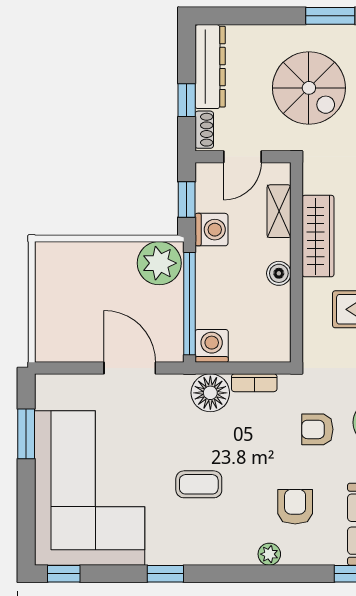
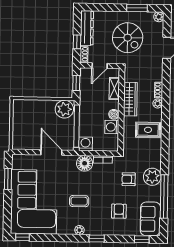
washing machine: (211, 230) -> (112, 127), moved, turned 180
plant: (269, 554) -> (79, 230), moved
window: (165, 574) -> (97, 238), moved

